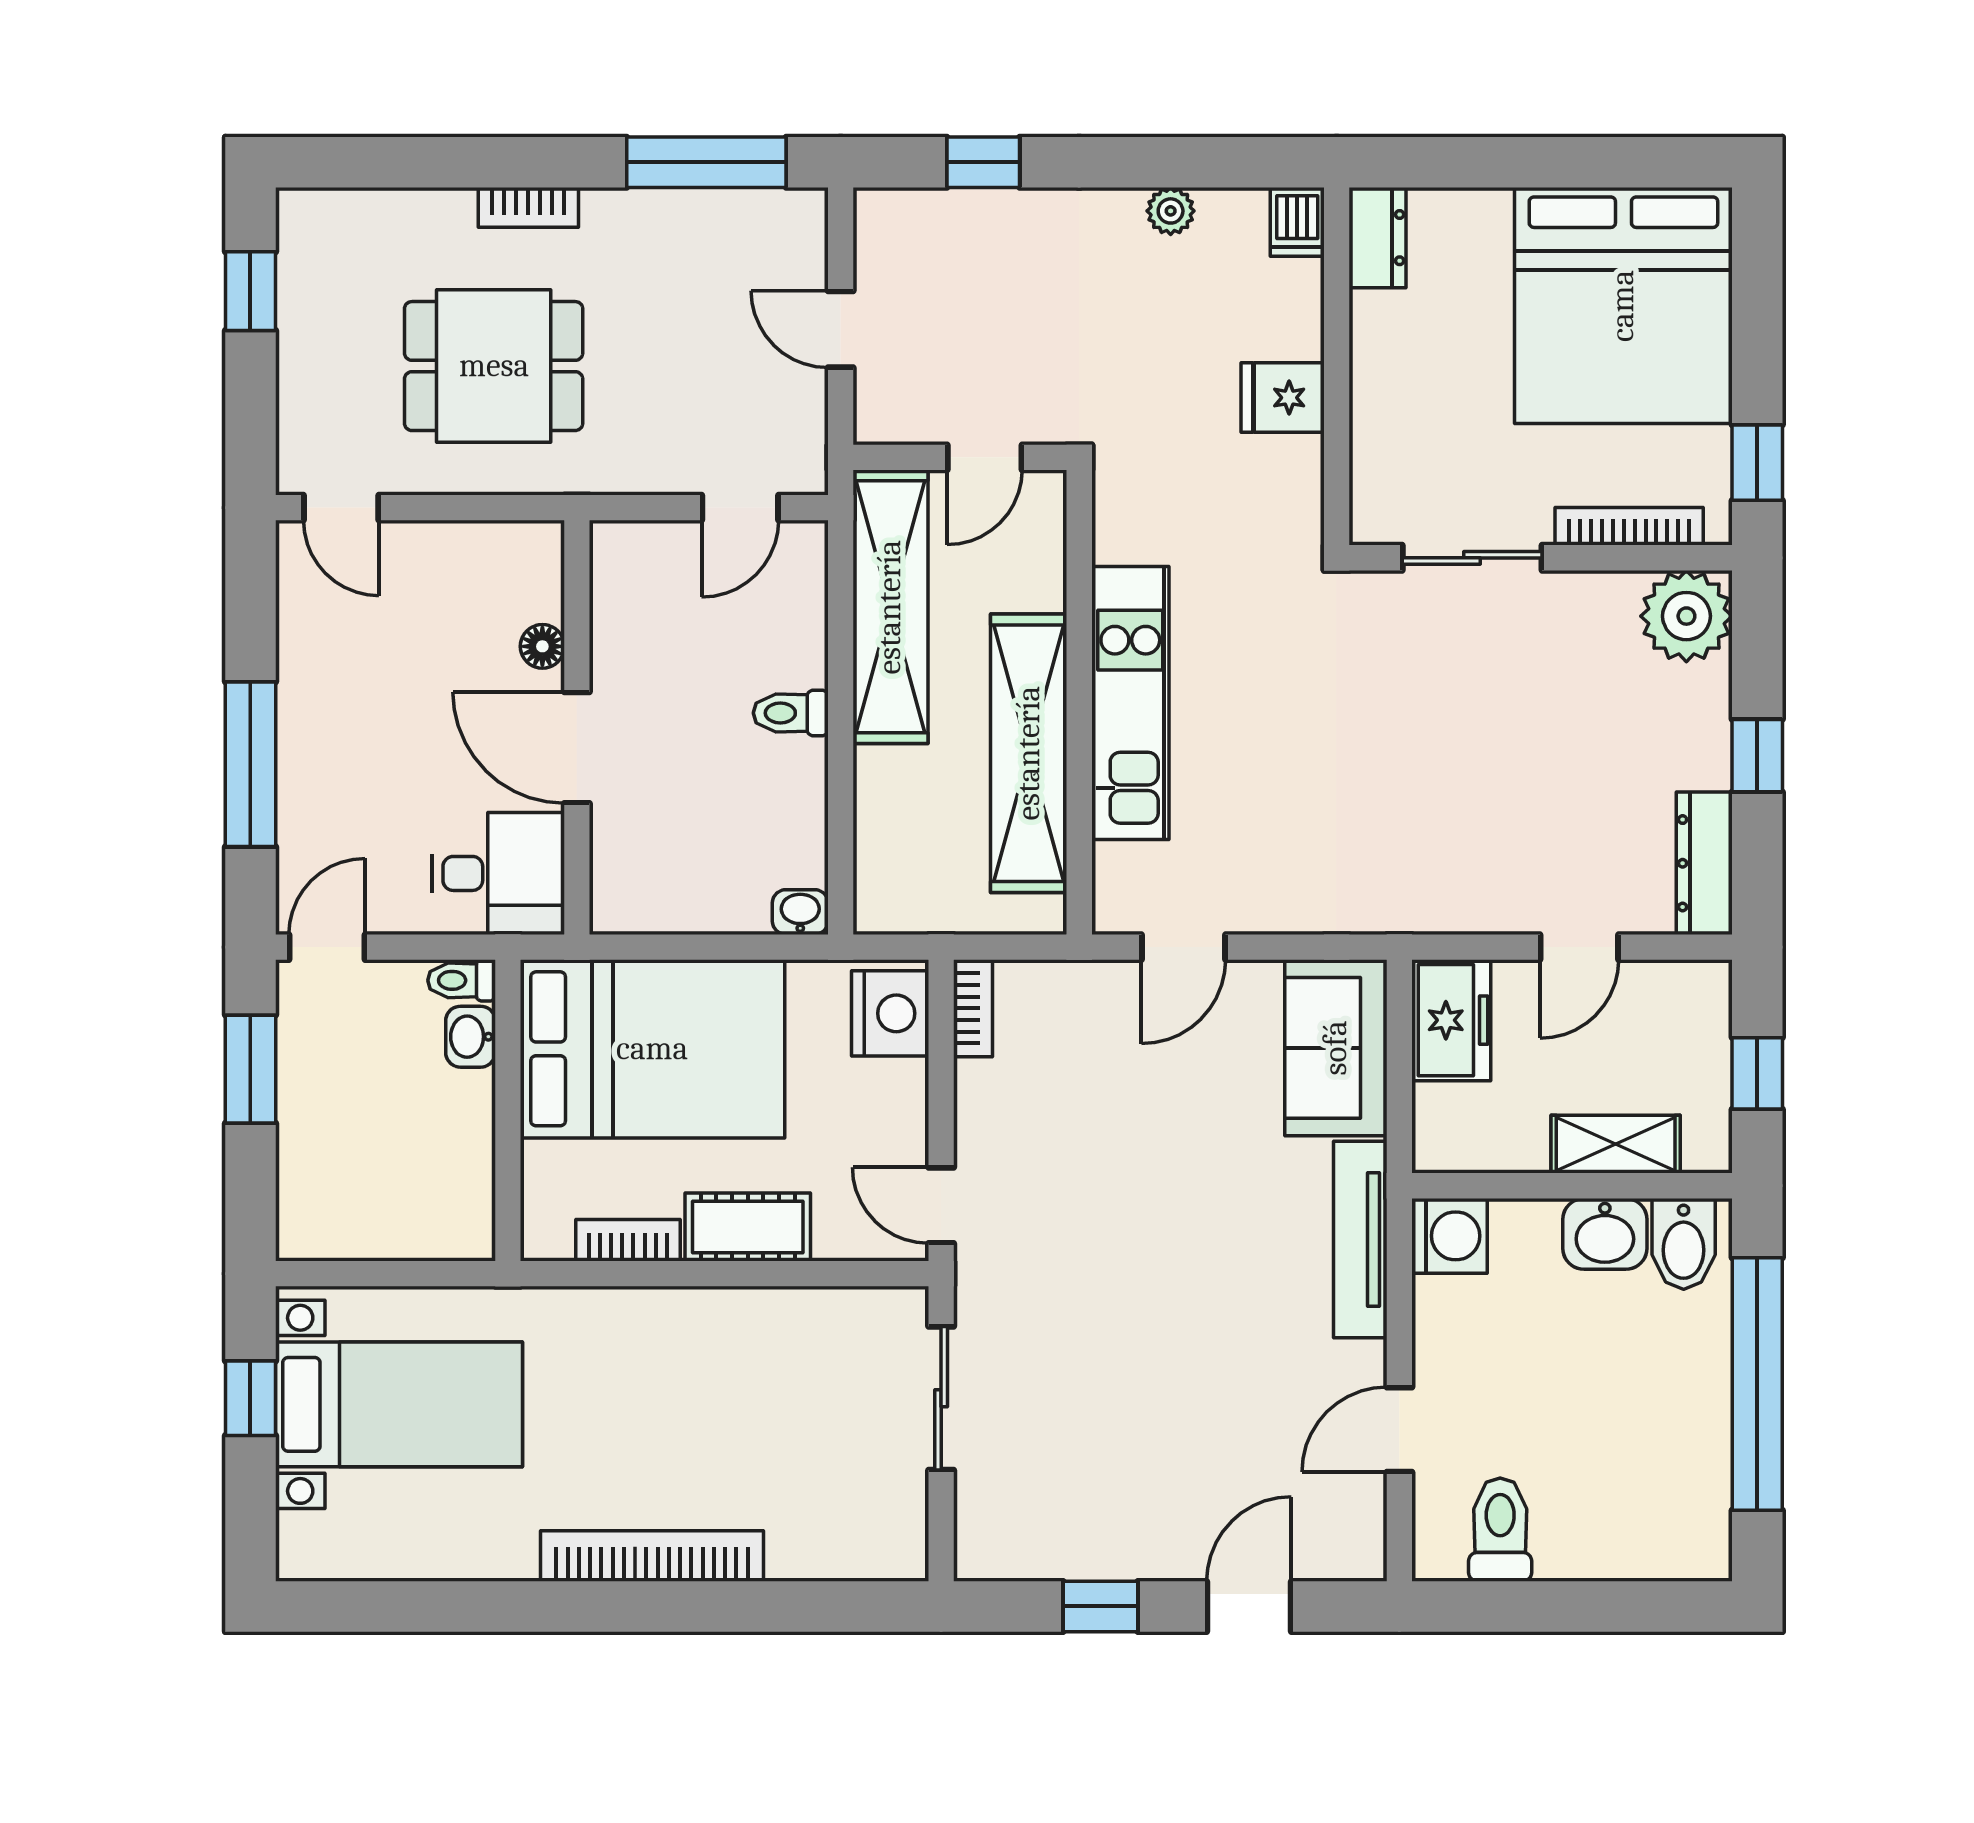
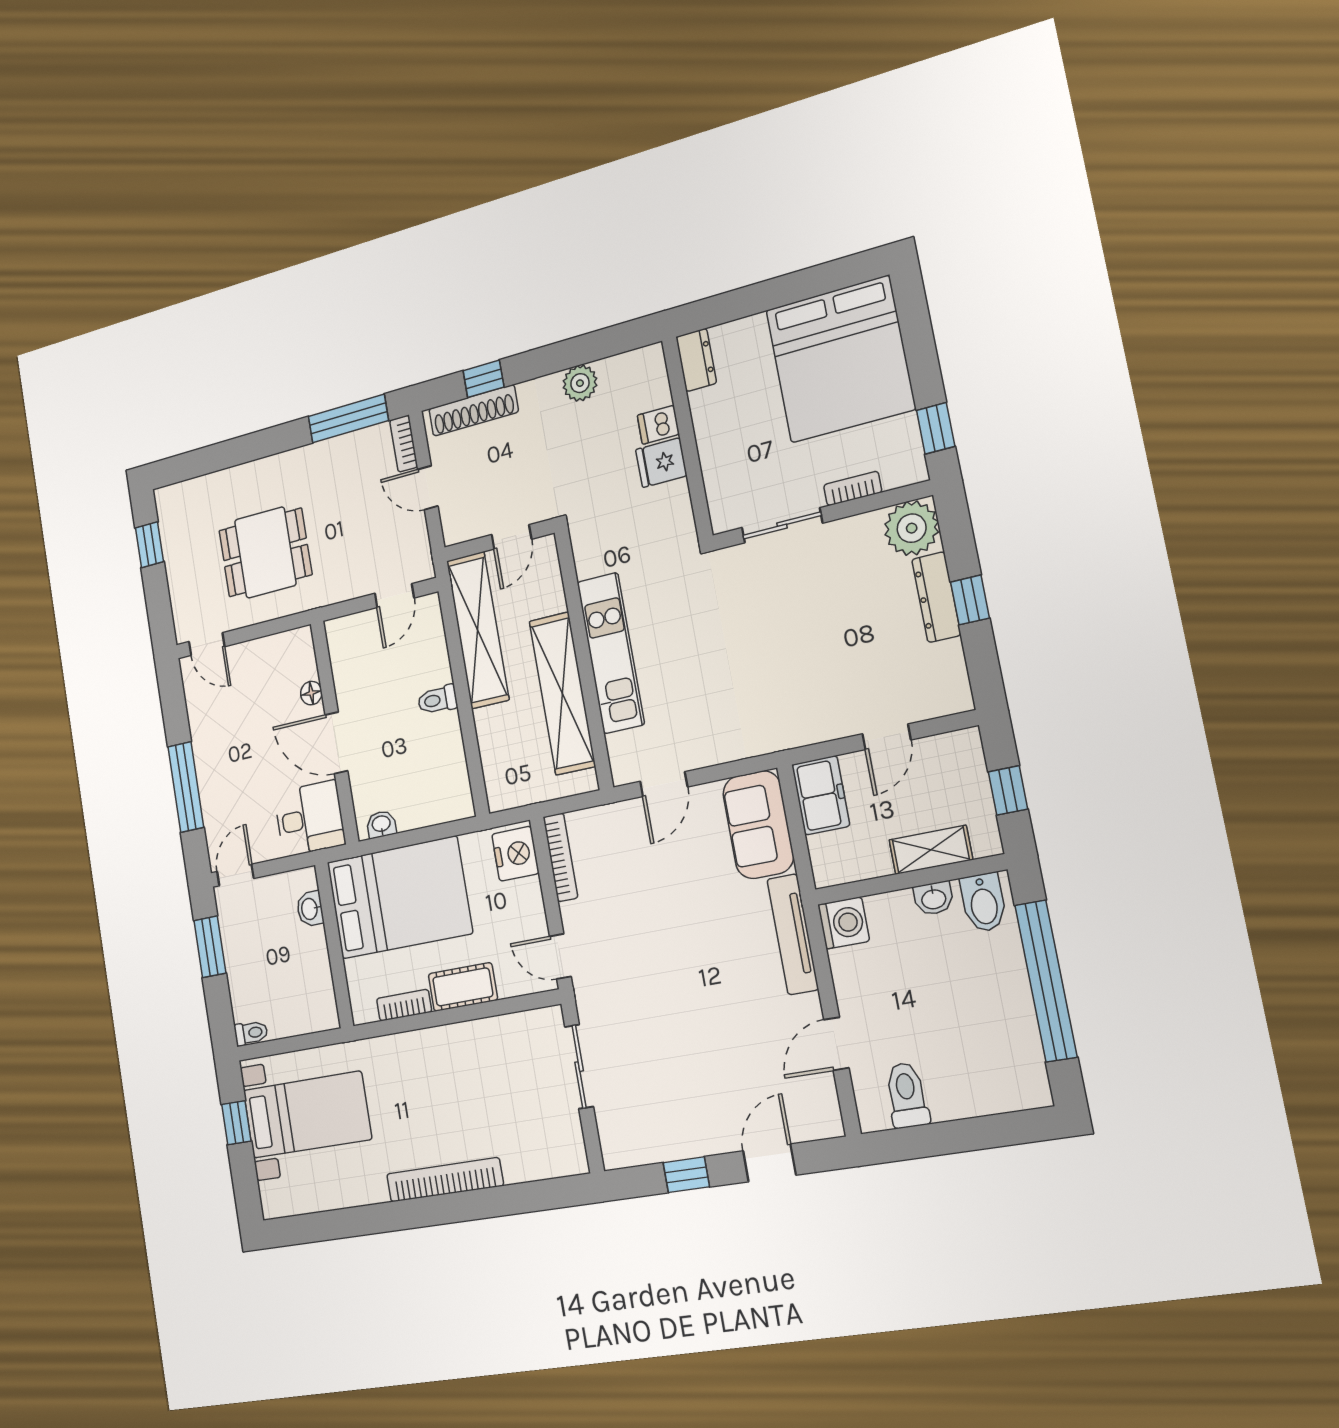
bookcase: (528, 207) -> (404, 444), moved, turned 90
plant: (1171, 211) -> (580, 383), width x1.38, depth x1.38
shoe rack: (954, 214) -> (473, 410), added
dishwasher: (1297, 222) -> (658, 425), moved, turned 90
bookcase: (1629, 526) -> (853, 488), width x0.64
dresser: (1704, 863) -> (936, 597), moved
washbasin: (800, 912) -> (381, 824), moved
toilet: (462, 980) -> (251, 1033), moved, turned 180
bookcase: (973, 1008) -> (561, 857), width x1.56
washbasin: (1605, 1234) -> (934, 898), width x0.72, depth x0.69

